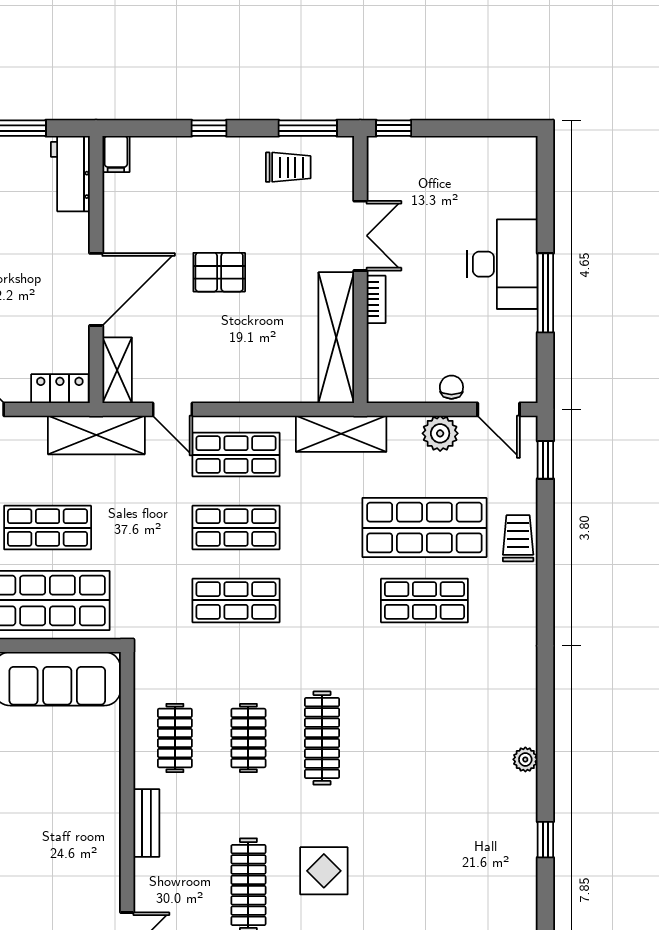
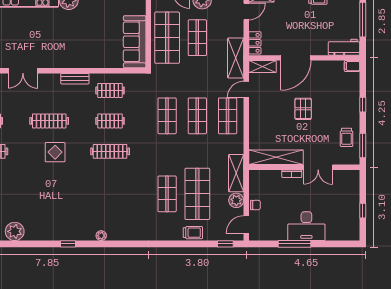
window: (394, 128) -> (363, 211), moved
door: (96, 289) -> (296, 58), hinge flipped
shelving: (341, 434) -> (236, 173), moved

